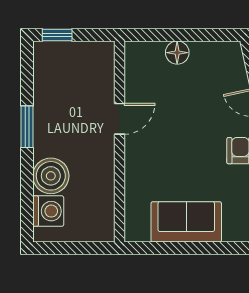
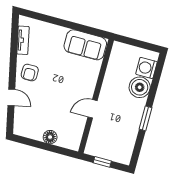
window: (57, 35) -> (102, 162), moved
sofa: (186, 222) -> (85, 45), moved

